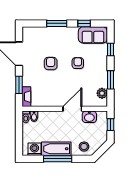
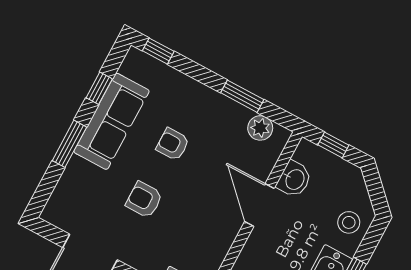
sofa: (93, 35) -> (111, 121), moved, width x1.36
window: (110, 49) -> (158, 51), moved

